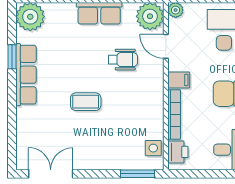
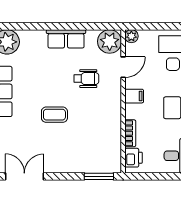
door: (166, 46) -> (123, 67), swing flipped
bookcase: (174, 115) -> (130, 133), width x0.64
side table: (153, 148) -> (112, 154), removed

